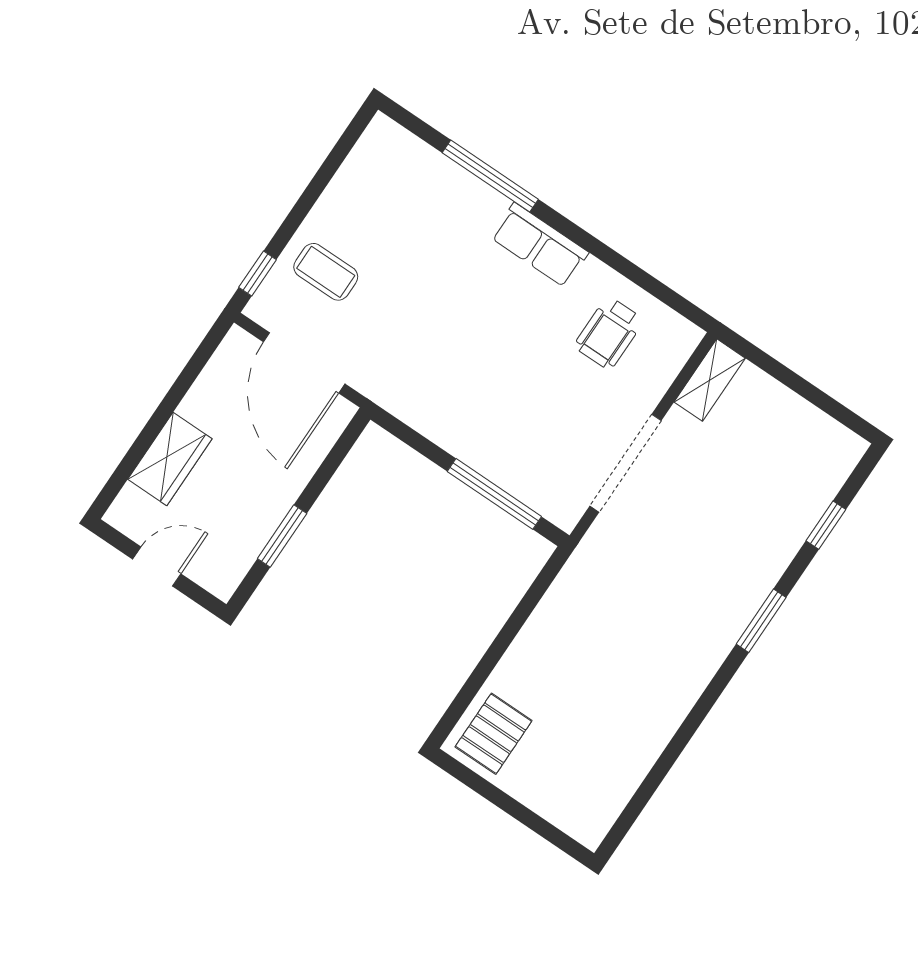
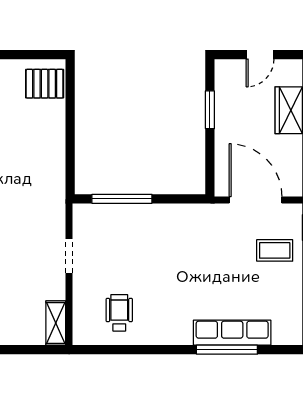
row of seats: (540, 245) -> (232, 333), moved, width x1.48
doorway: (625, 463) -> (69, 256), width x0.53
pallet: (494, 734) -> (45, 84), turned 90

